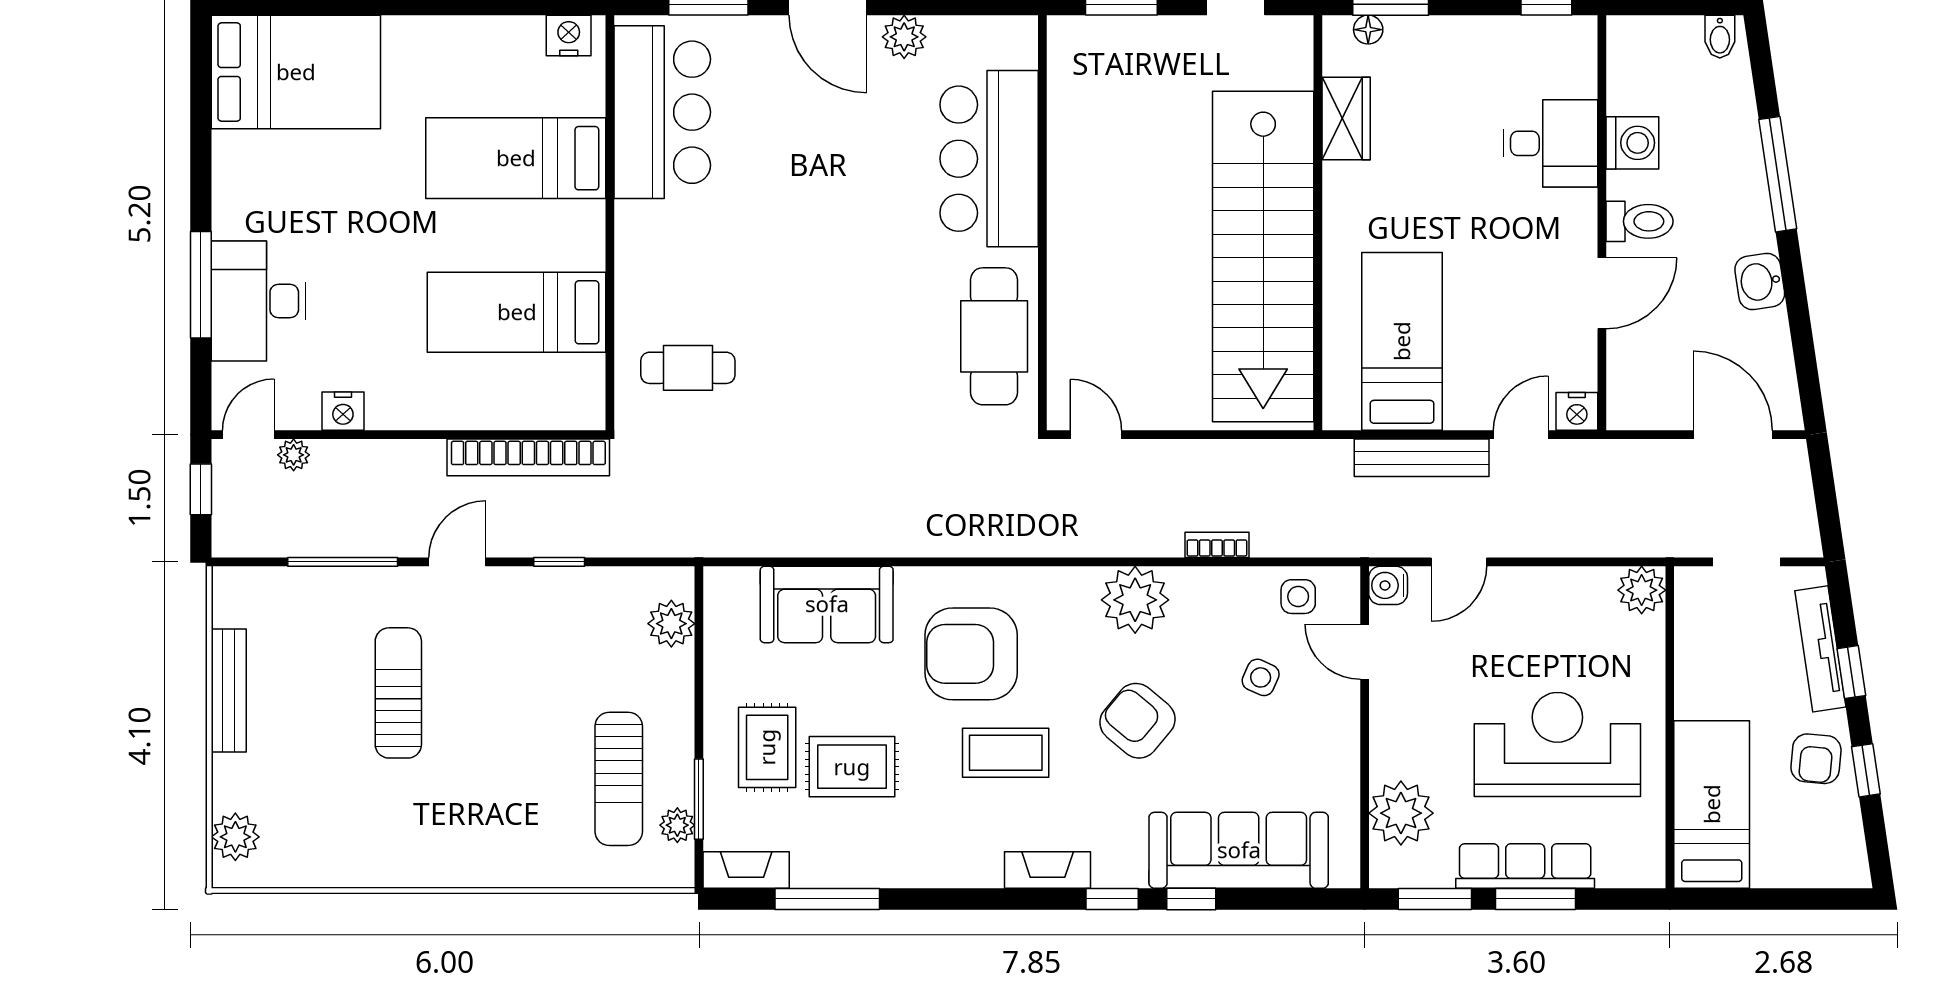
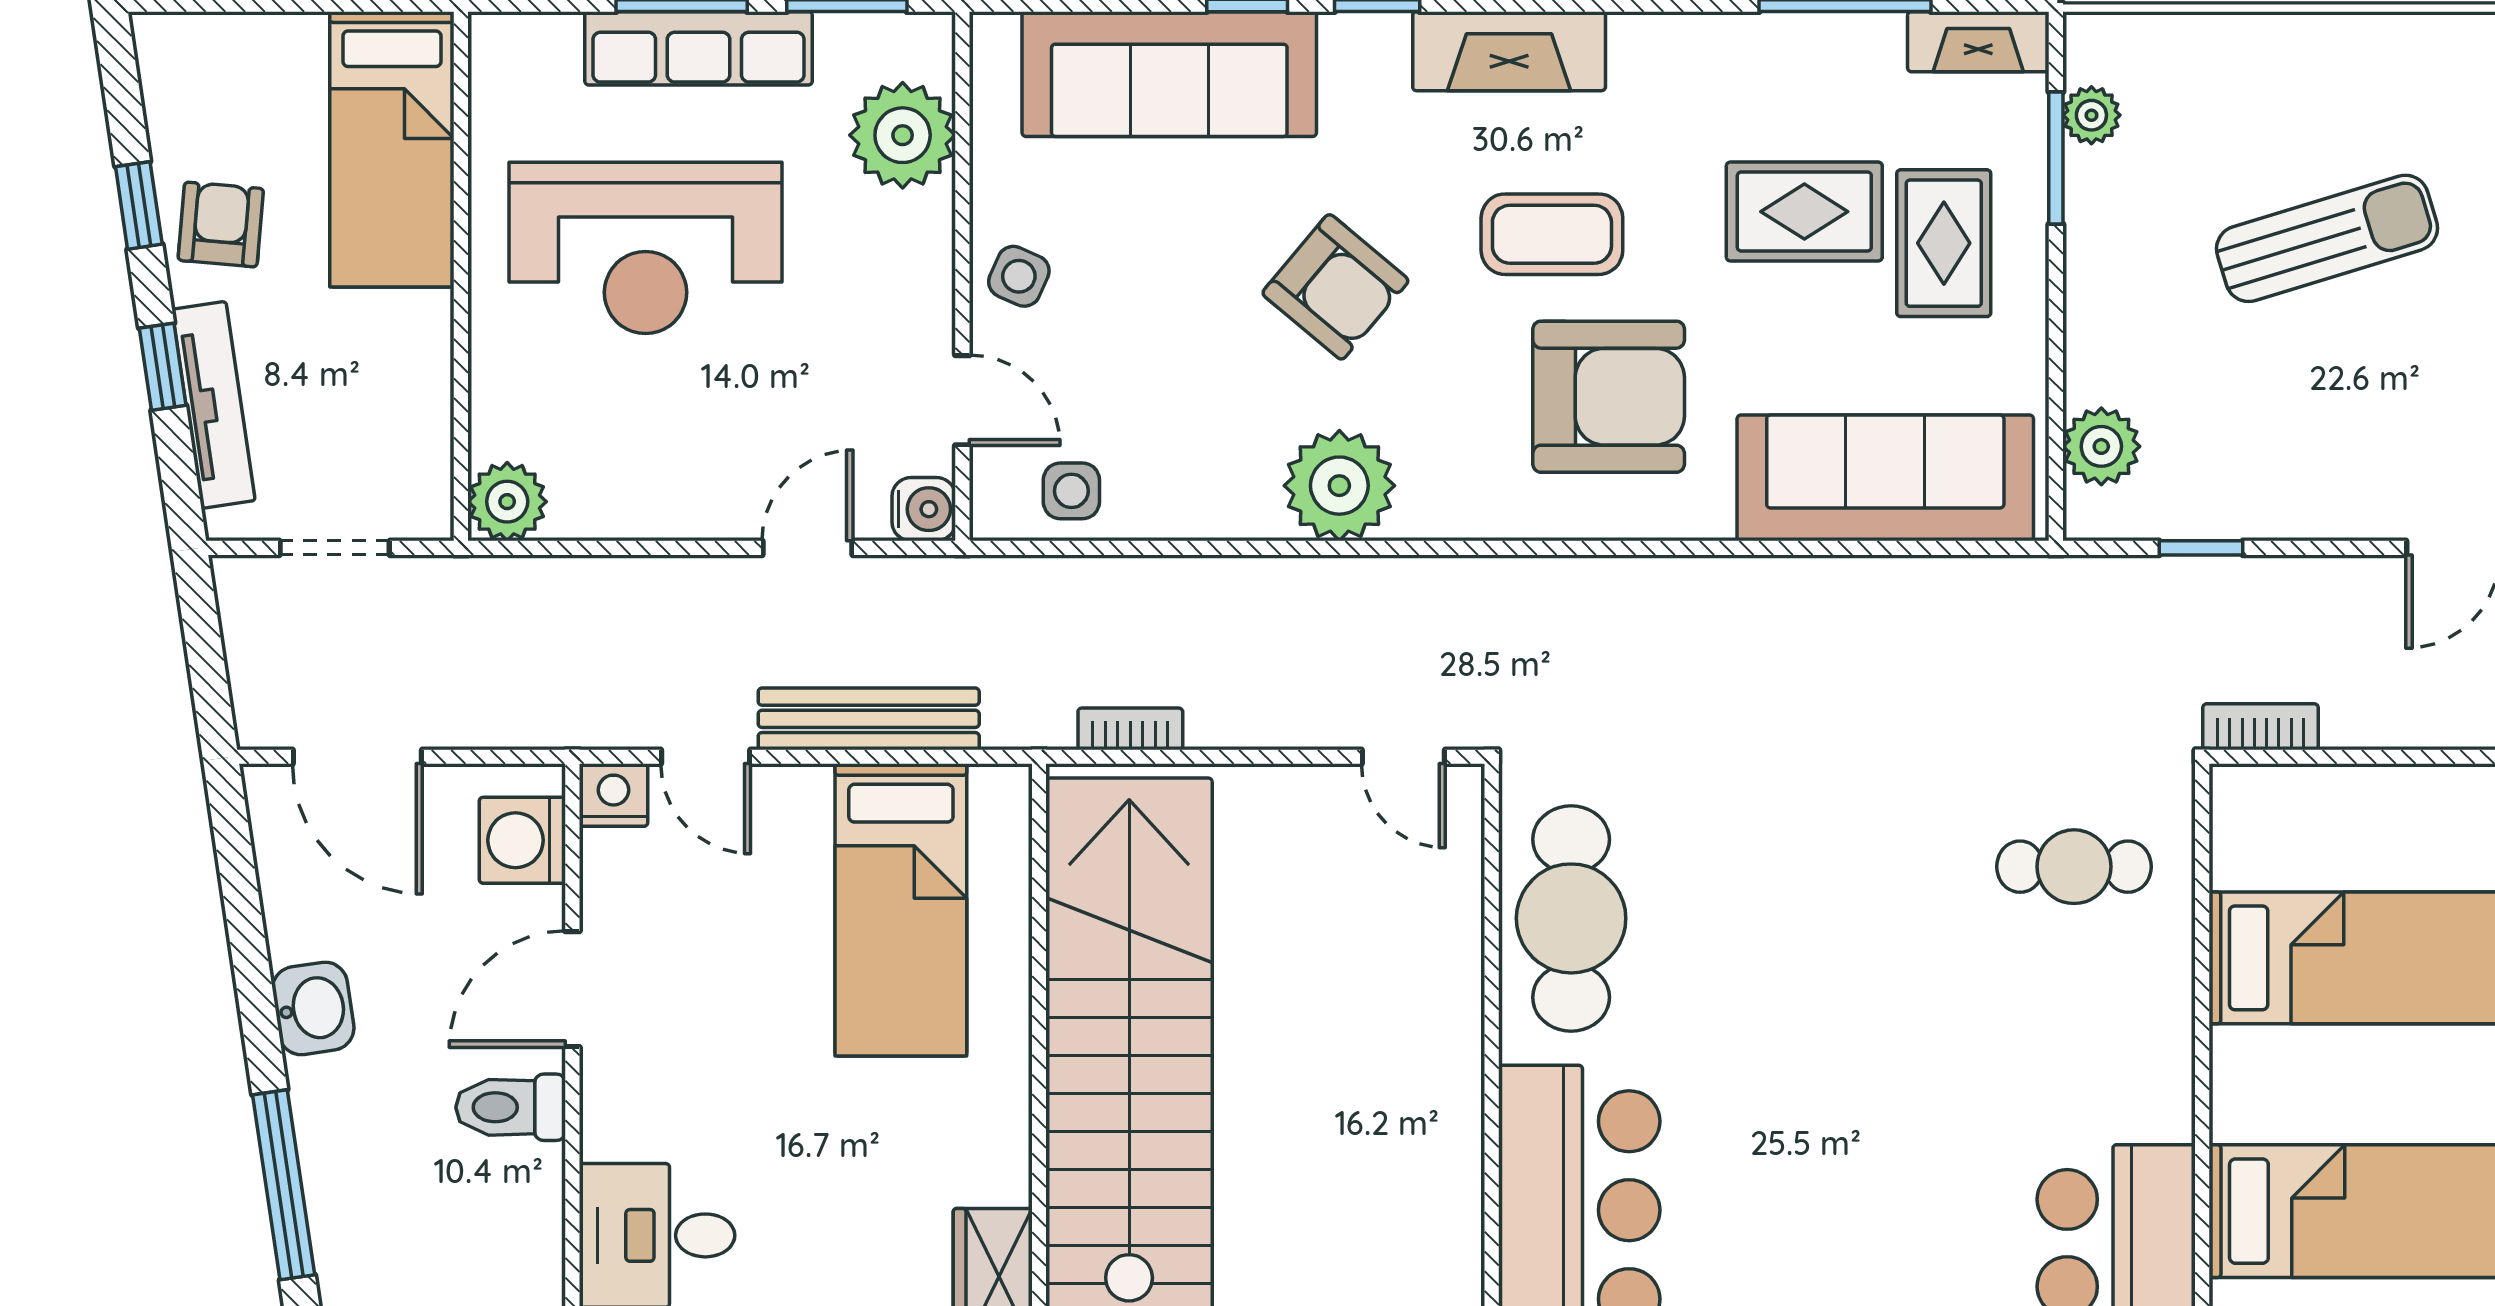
washing machine: (1632, 143) -> (522, 840), moved
door: (1521, 435) -> (706, 757), hinge flipped
bookcase: (528, 457) -> (2261, 727), width x0.43, depth x0.76
bookcase: (1217, 545) -> (1130, 729), moved, turned 180
window: (559, 562) -> (2201, 548), moved
sofa: (827, 604) -> (1885, 478), width x1.36
side table: (1261, 677) -> (1019, 276), moved
sun lounger: (619, 779) -> (2327, 238), moved, turned 73
fireplace: (1048, 870) -> (1509, 51), width x1.37, depth x1.32

